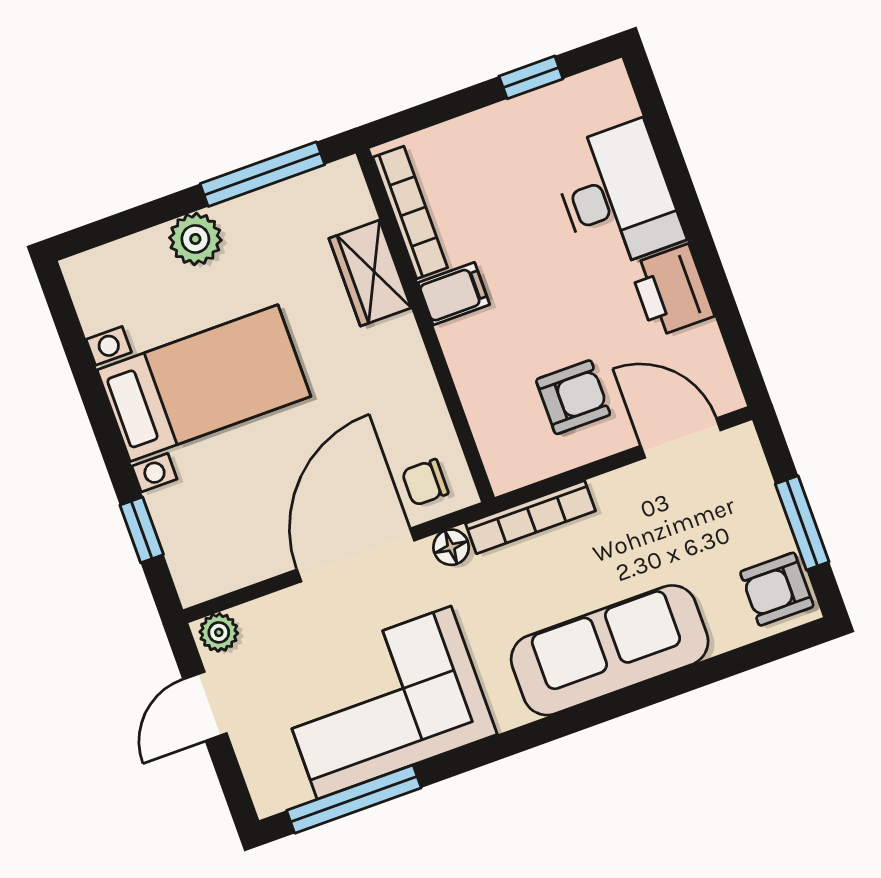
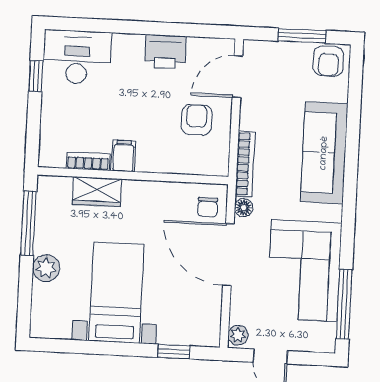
desk: (617, 196) -> (77, 57), moved
bookcase: (410, 212) -> (88, 161), width x0.64

